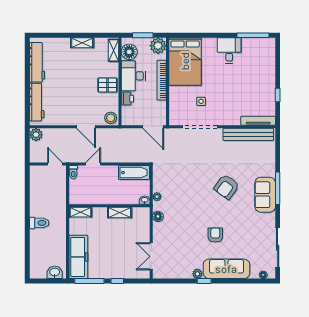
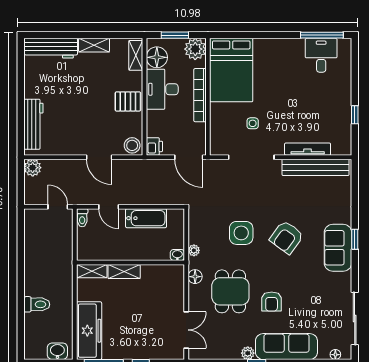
desk: (229, 50) -> (321, 55), moved
workbench: (37, 62) -> (51, 48), moved, turned 90
printer: (127, 99) -> (154, 146), moved
tv unit: (258, 121) -> (308, 149), moved
door: (93, 164) -> (109, 207), swing flipped
bathtub: (134, 173) -> (146, 218), moved
side table: (193, 184) -> (241, 233), added
window: (278, 188) -> (355, 239), width x0.46
shelving: (120, 213) -> (124, 272), moved
toilet: (39, 223) -> (37, 304), moved
dining table: (184, 227) -> (230, 291), added
armchair: (215, 235) -> (272, 302), turned 180
double door: (151, 256) -> (186, 330), swing flipped

